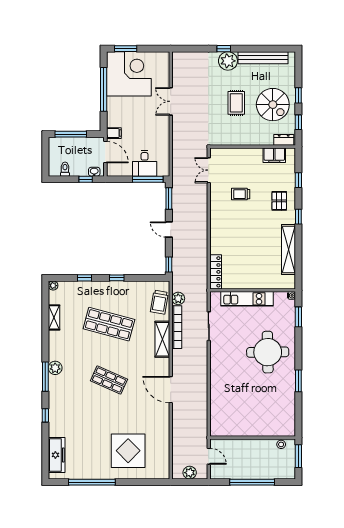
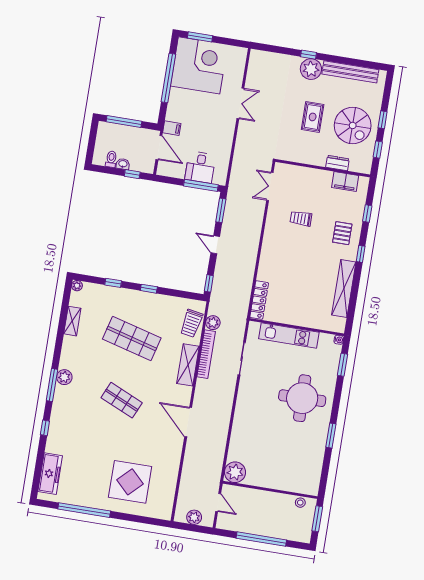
double door: (171, 101) -> (240, 103), swing flipped
dresser: (284, 140) -> (337, 163), moved
washbasin: (94, 172) -> (123, 164), moved
plant: (219, 427) -> (235, 472), added

